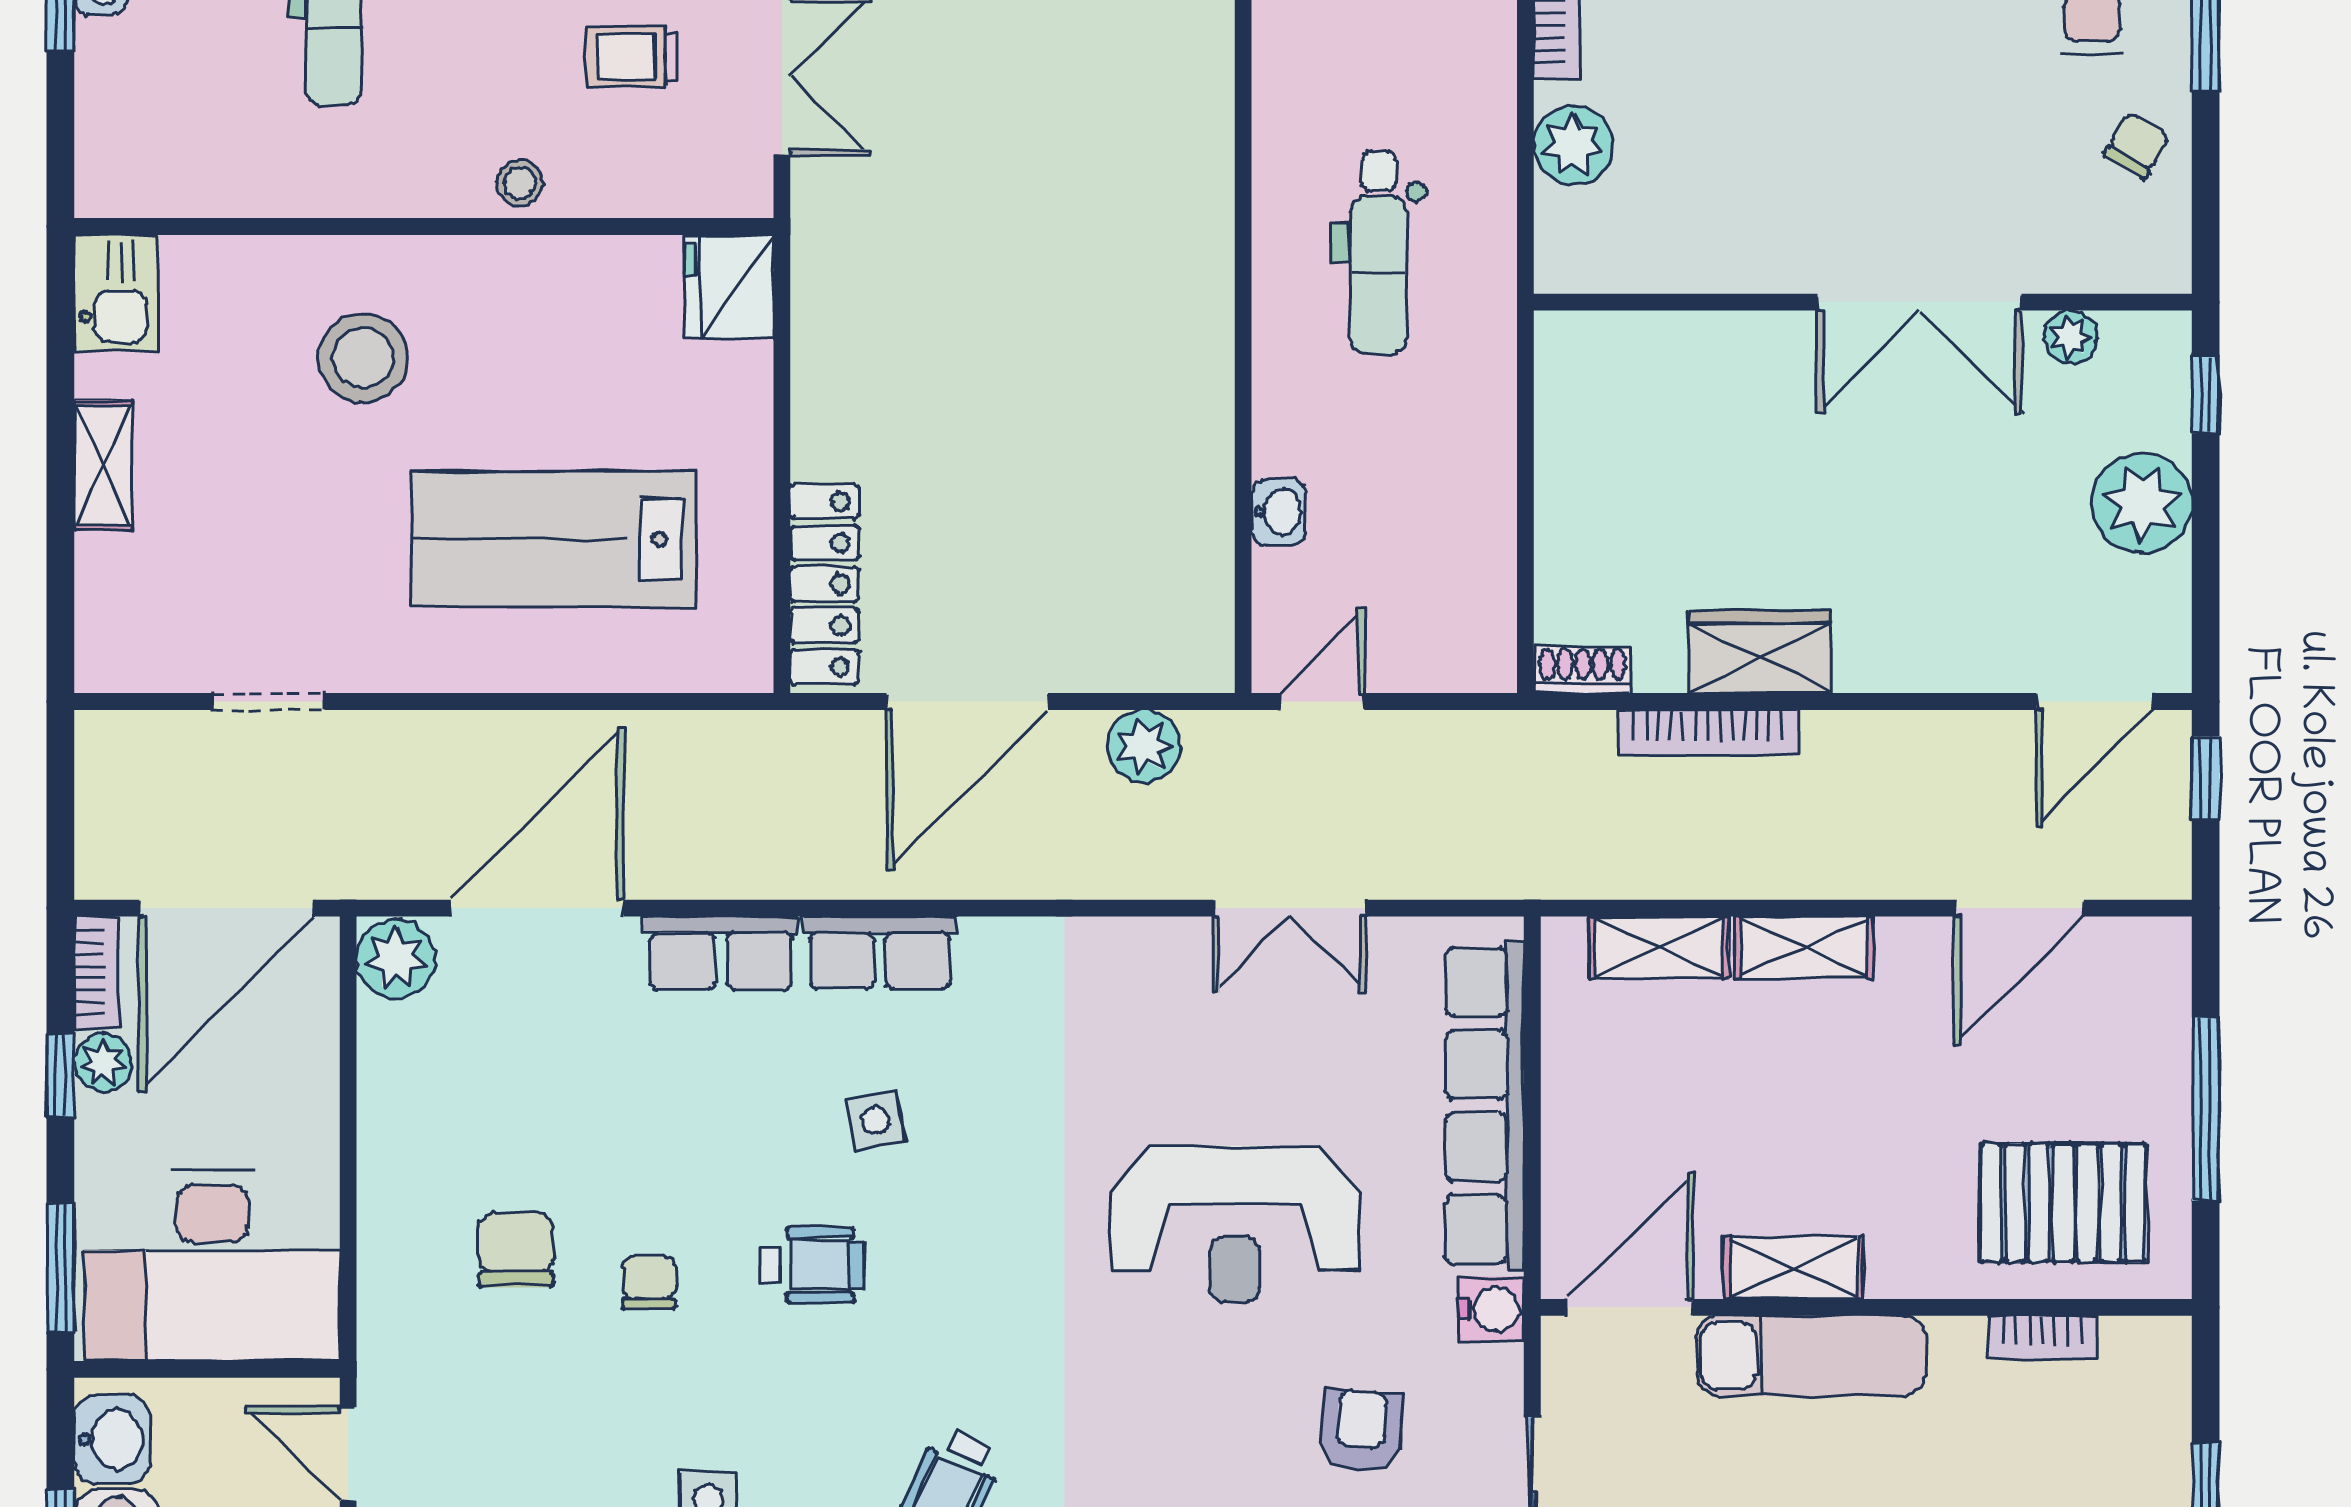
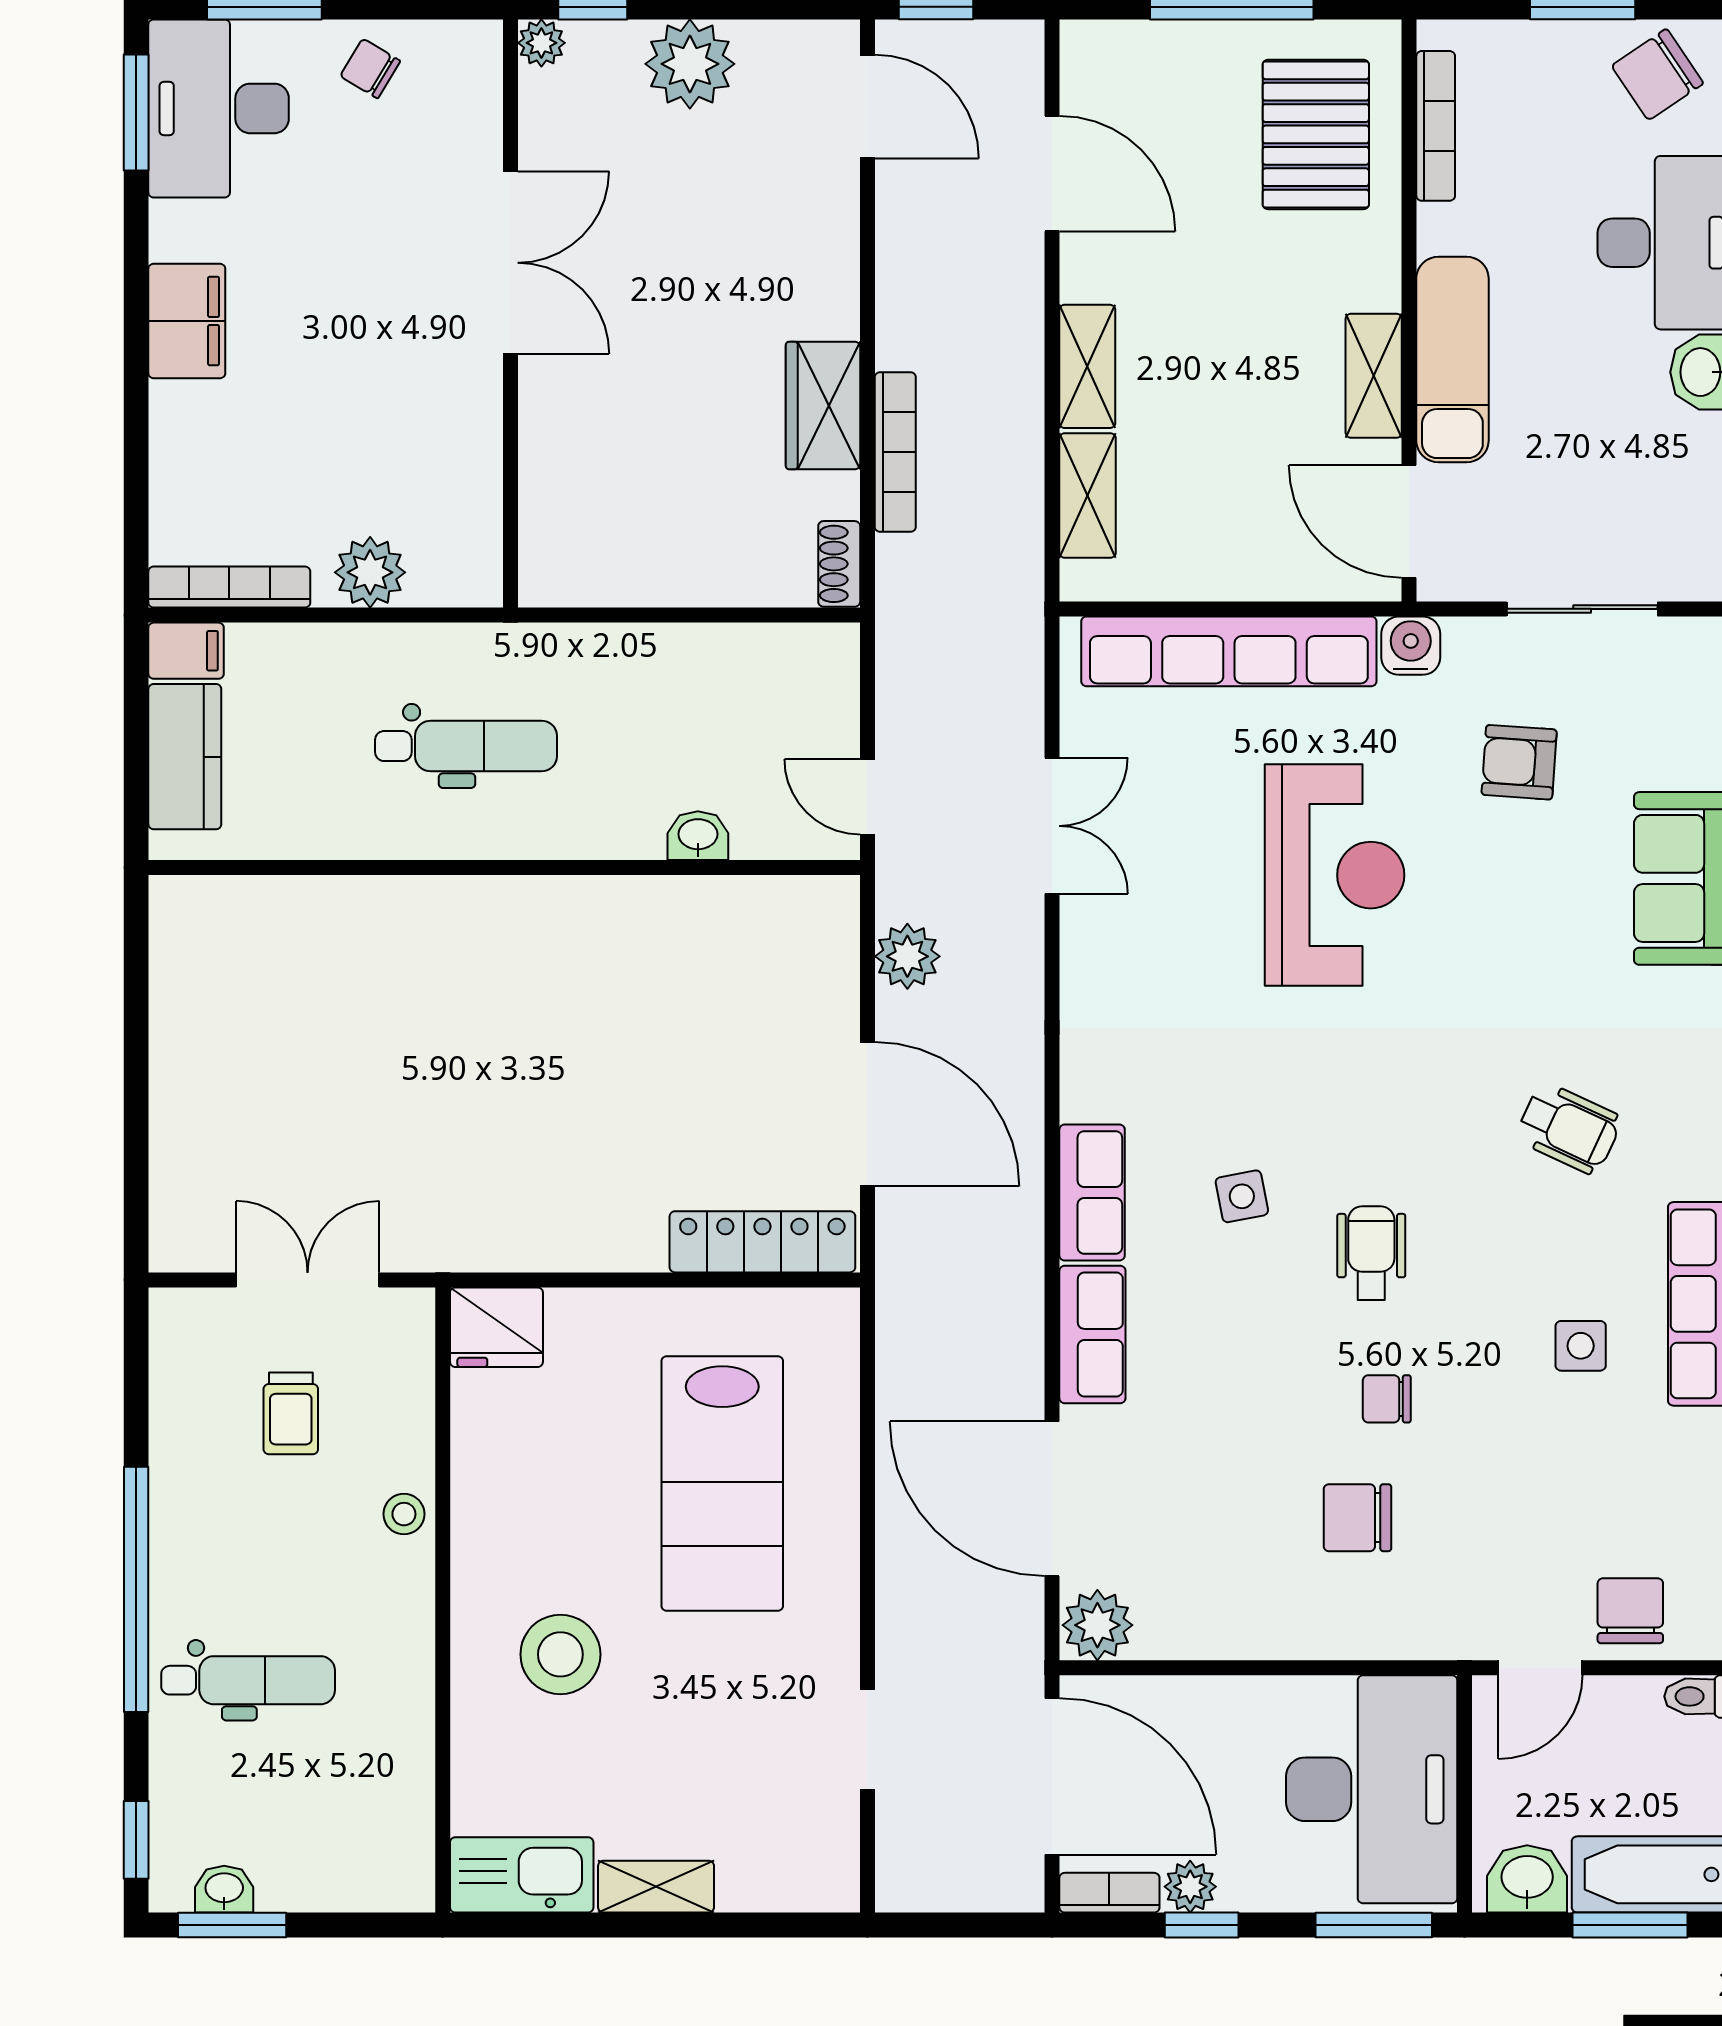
kitchen sink: (116, 293) -> (522, 1875), width x1.38
plant: (2070, 337) -> (541, 43), moved
bookcase: (2042, 1337) -> (1436, 126), width x1.56

